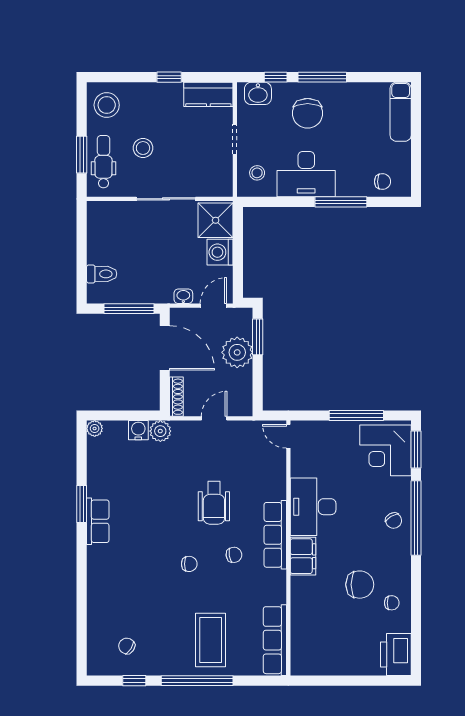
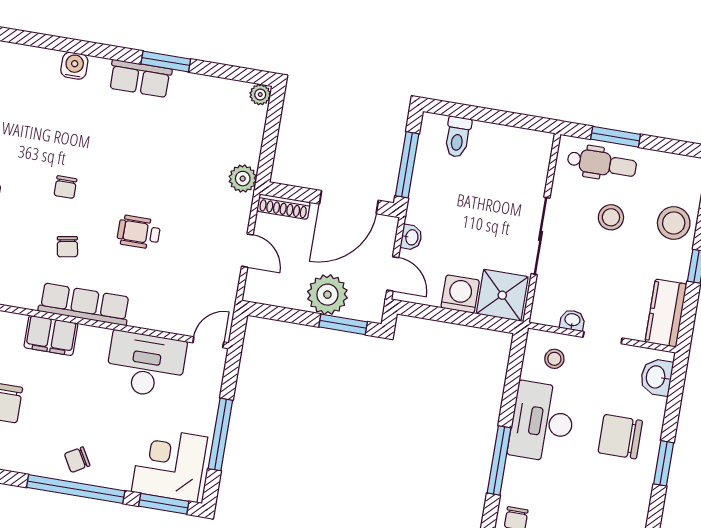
window: (276, 77) -> (674, 403), removed
window: (322, 77) -> (664, 463), width x0.69
stool: (107, 105) -> (674, 223), moved
washbasin: (226, 164) -> (572, 320), added
water cooler: (138, 430) -> (74, 66), moved, turned -90
wheelchair: (214, 503) -> (139, 232), width x0.73, depth x0.73
desk: (313, 507) -> (146, 365), moved

